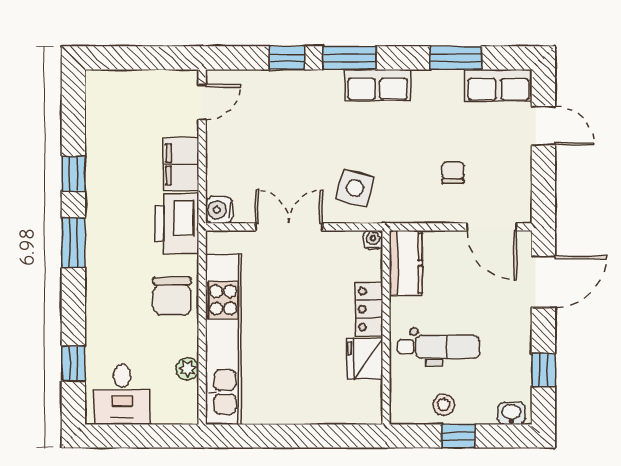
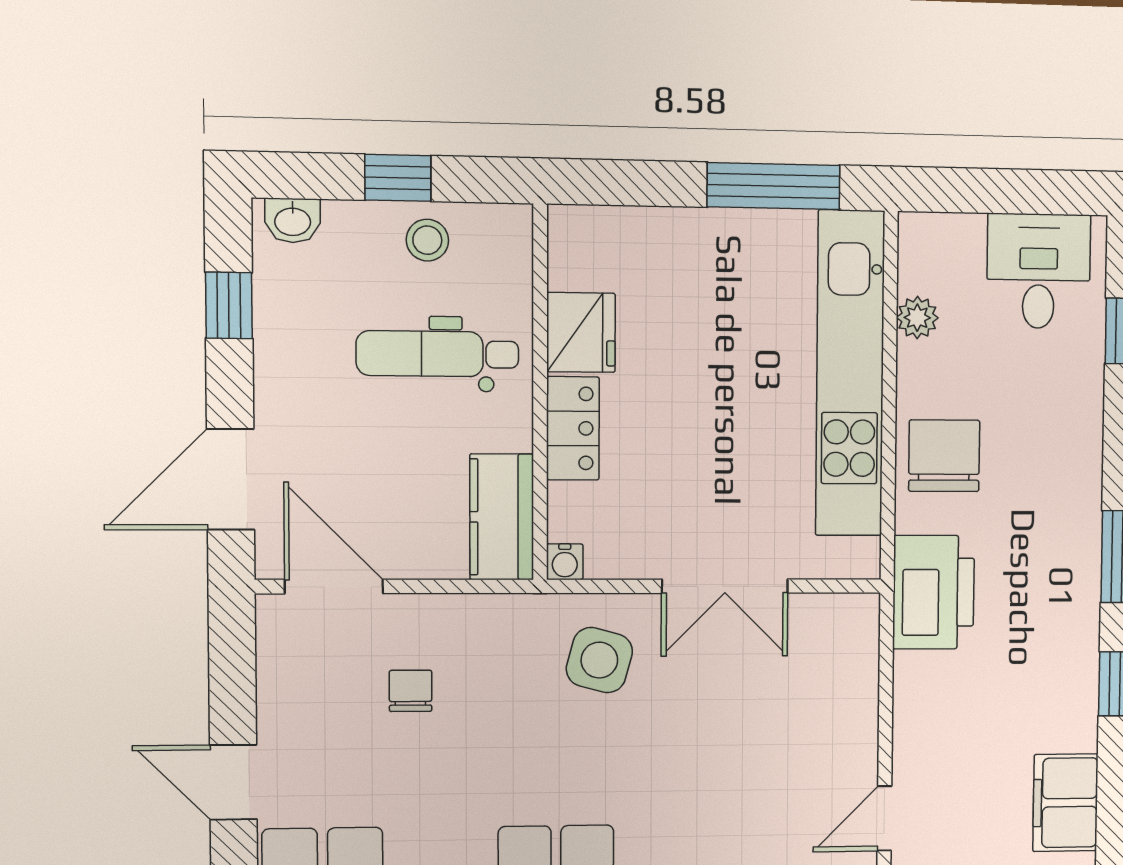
filing cabinet: (181, 164) -> (1065, 803), moved, turned 180
chair: (453, 173) -> (411, 691), turned 180
water cooler: (219, 210) -> (855, 618), removed
window: (265, 436) -> (774, 186), added

